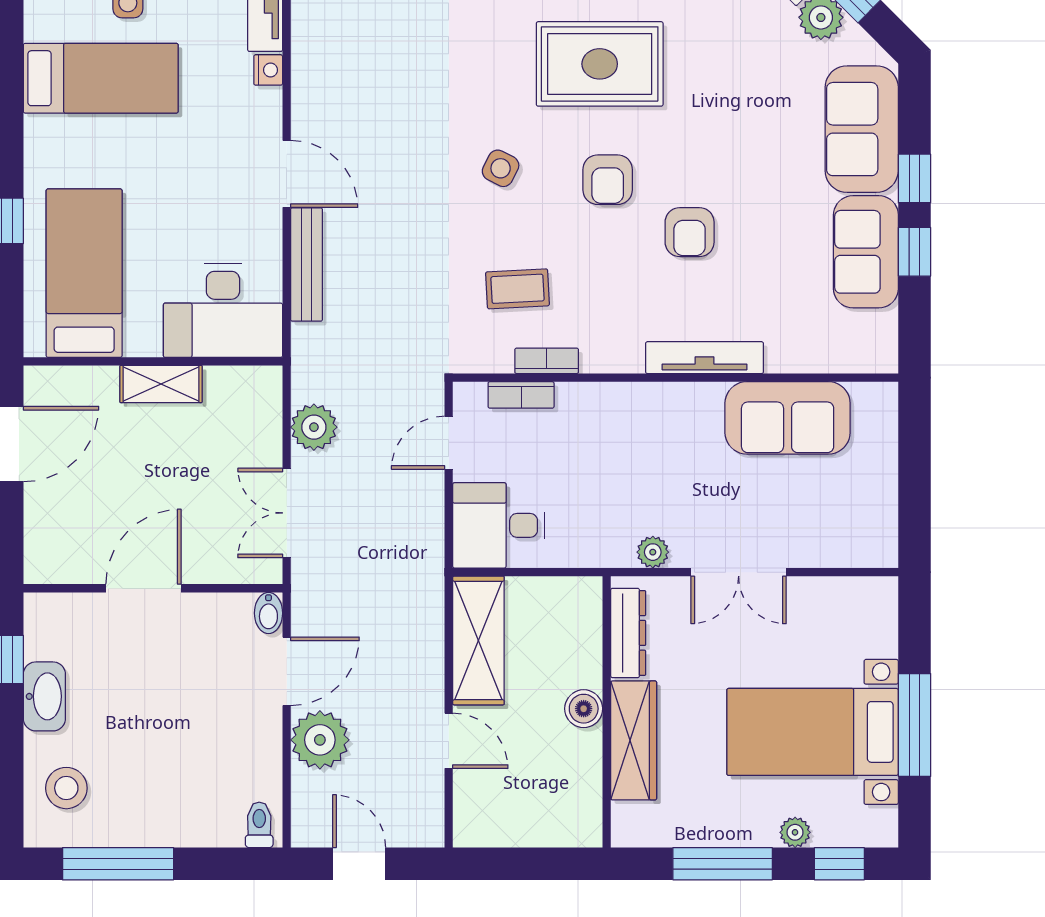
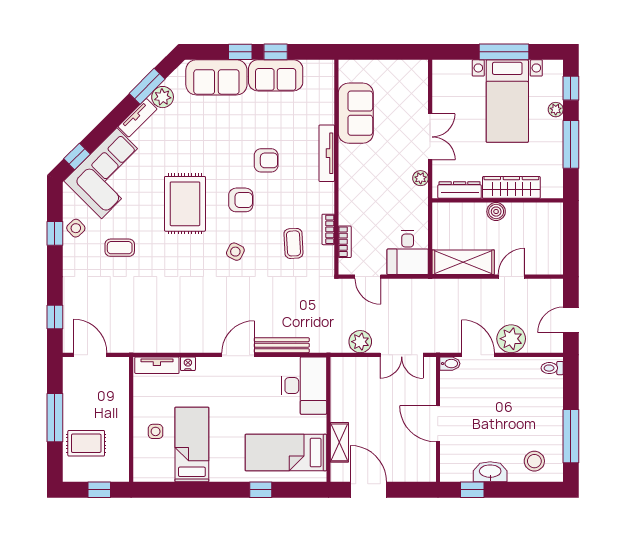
shelving: (161, 384) -> (339, 442), moved

